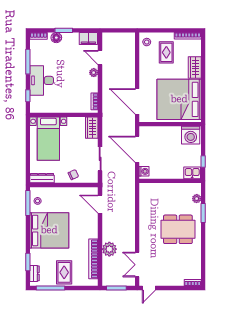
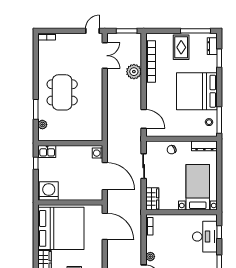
desk: (42, 80) -> (205, 237), moved
dining table: (178, 229) -> (62, 92), turned 90

